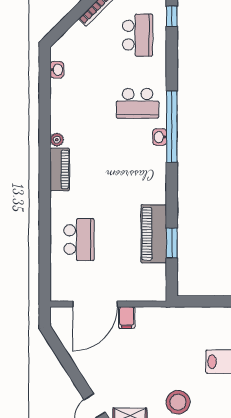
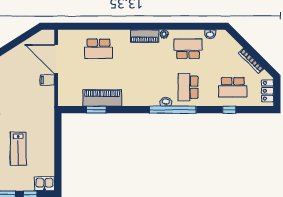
window: (172, 16) -> (229, 110), moved
school desk: (79, 103) -> (188, 49), added

